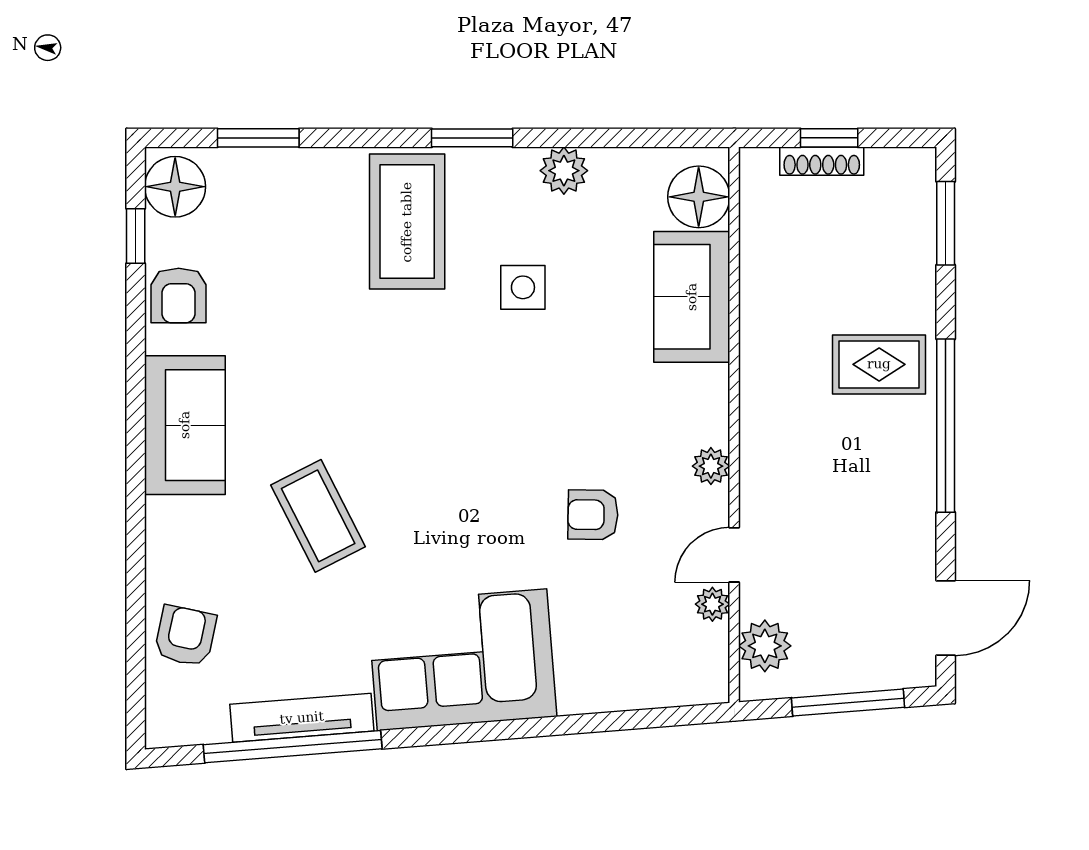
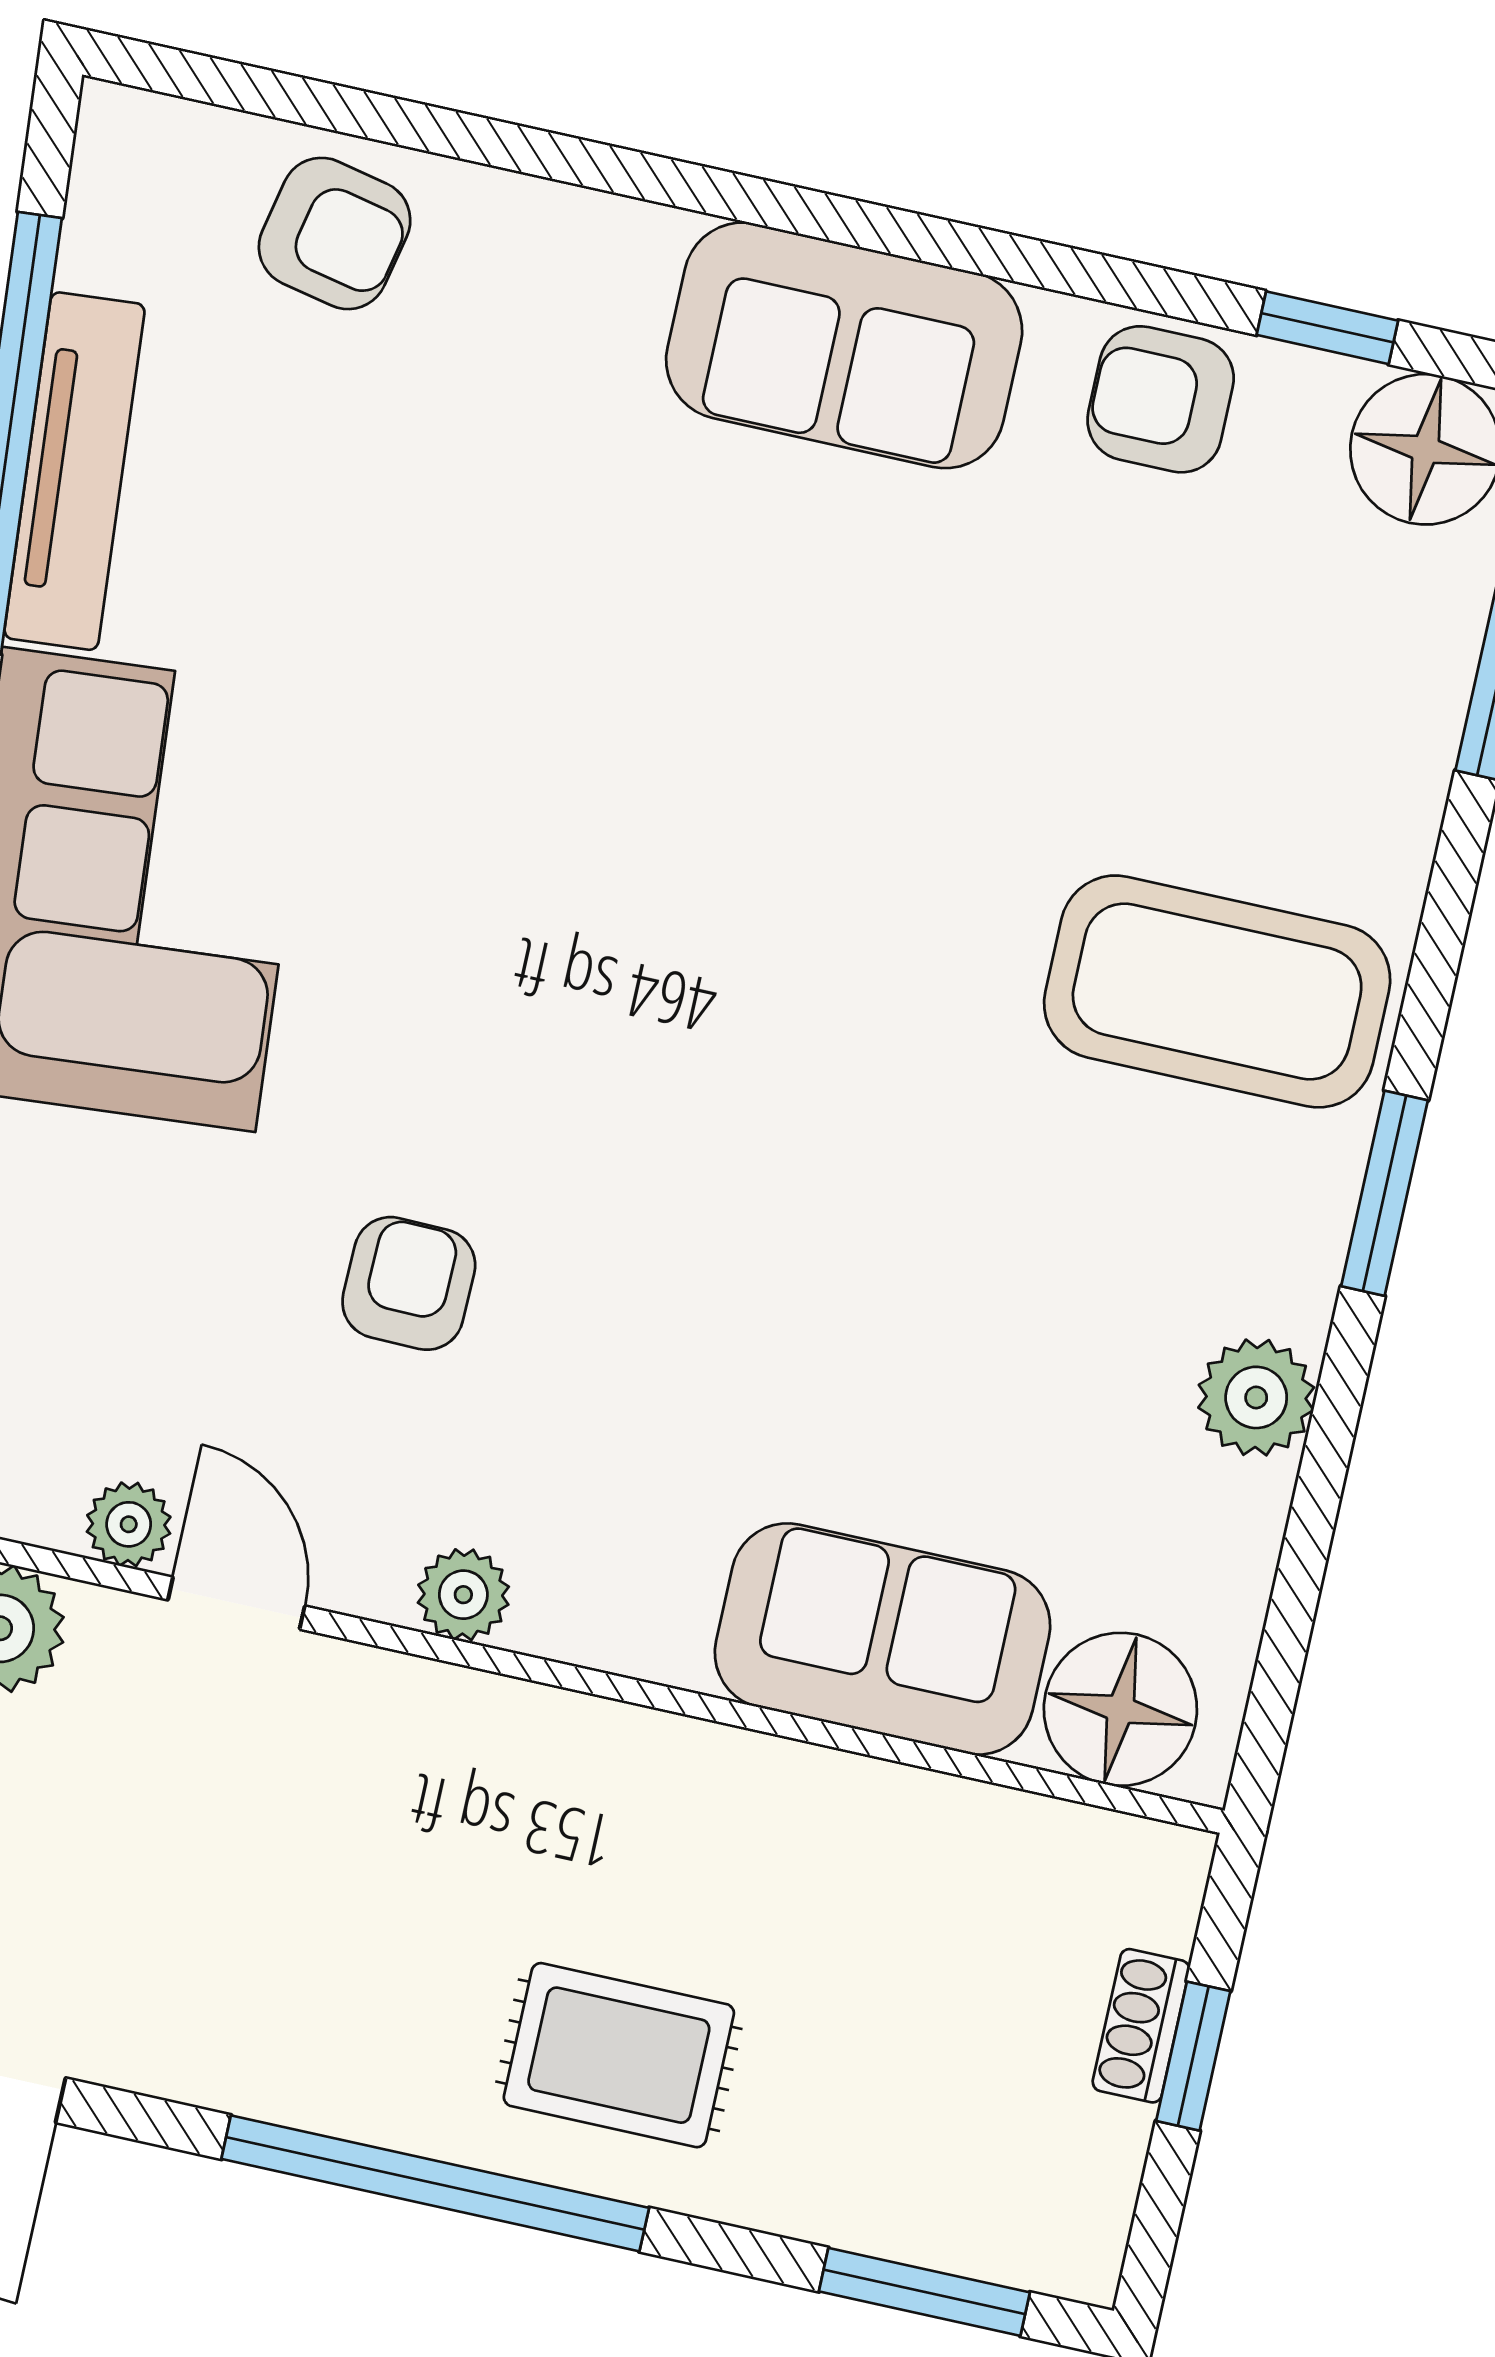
shoe rack: (822, 161) -> (1141, 2026), width x0.70
side table: (523, 287) -> (996, 1236), removed
rug: (879, 364) -> (619, 2055), turned 90
coffee table: (318, 516) -> (553, 619), removed

